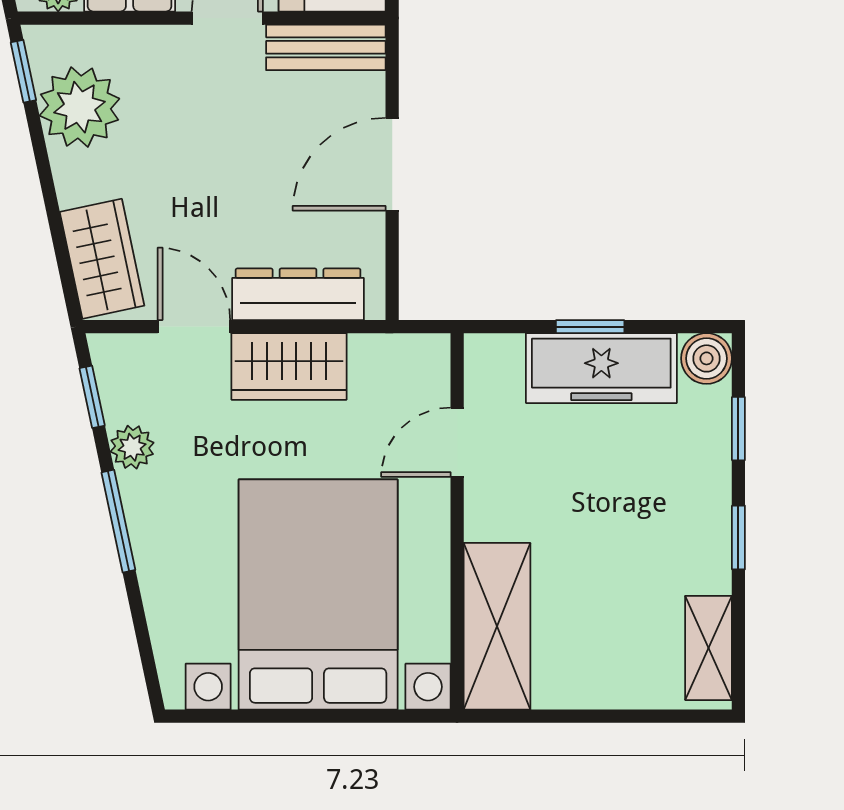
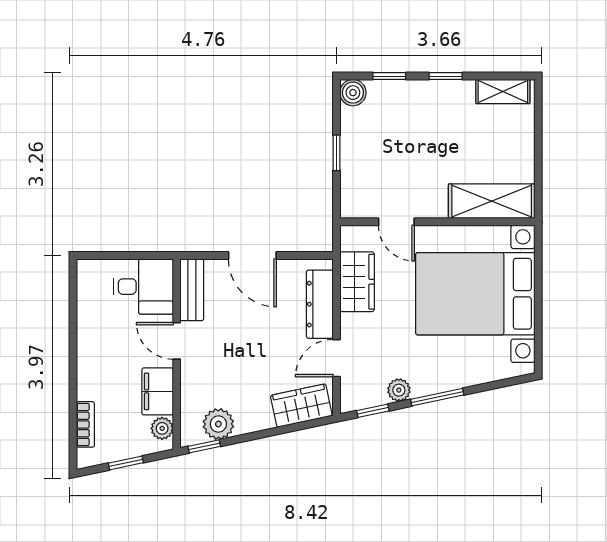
plant: (80, 107) -> (218, 424), width x0.73, depth x0.73
wardrobe: (289, 366) -> (357, 282), moved
freezer: (601, 368) -> (358, 147), removed

